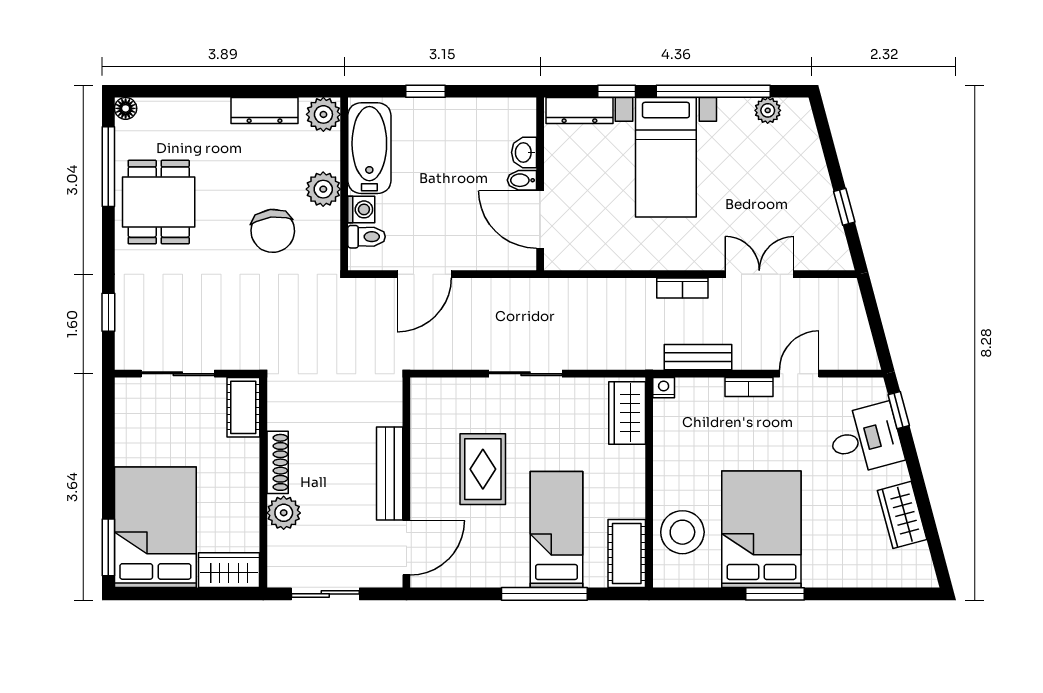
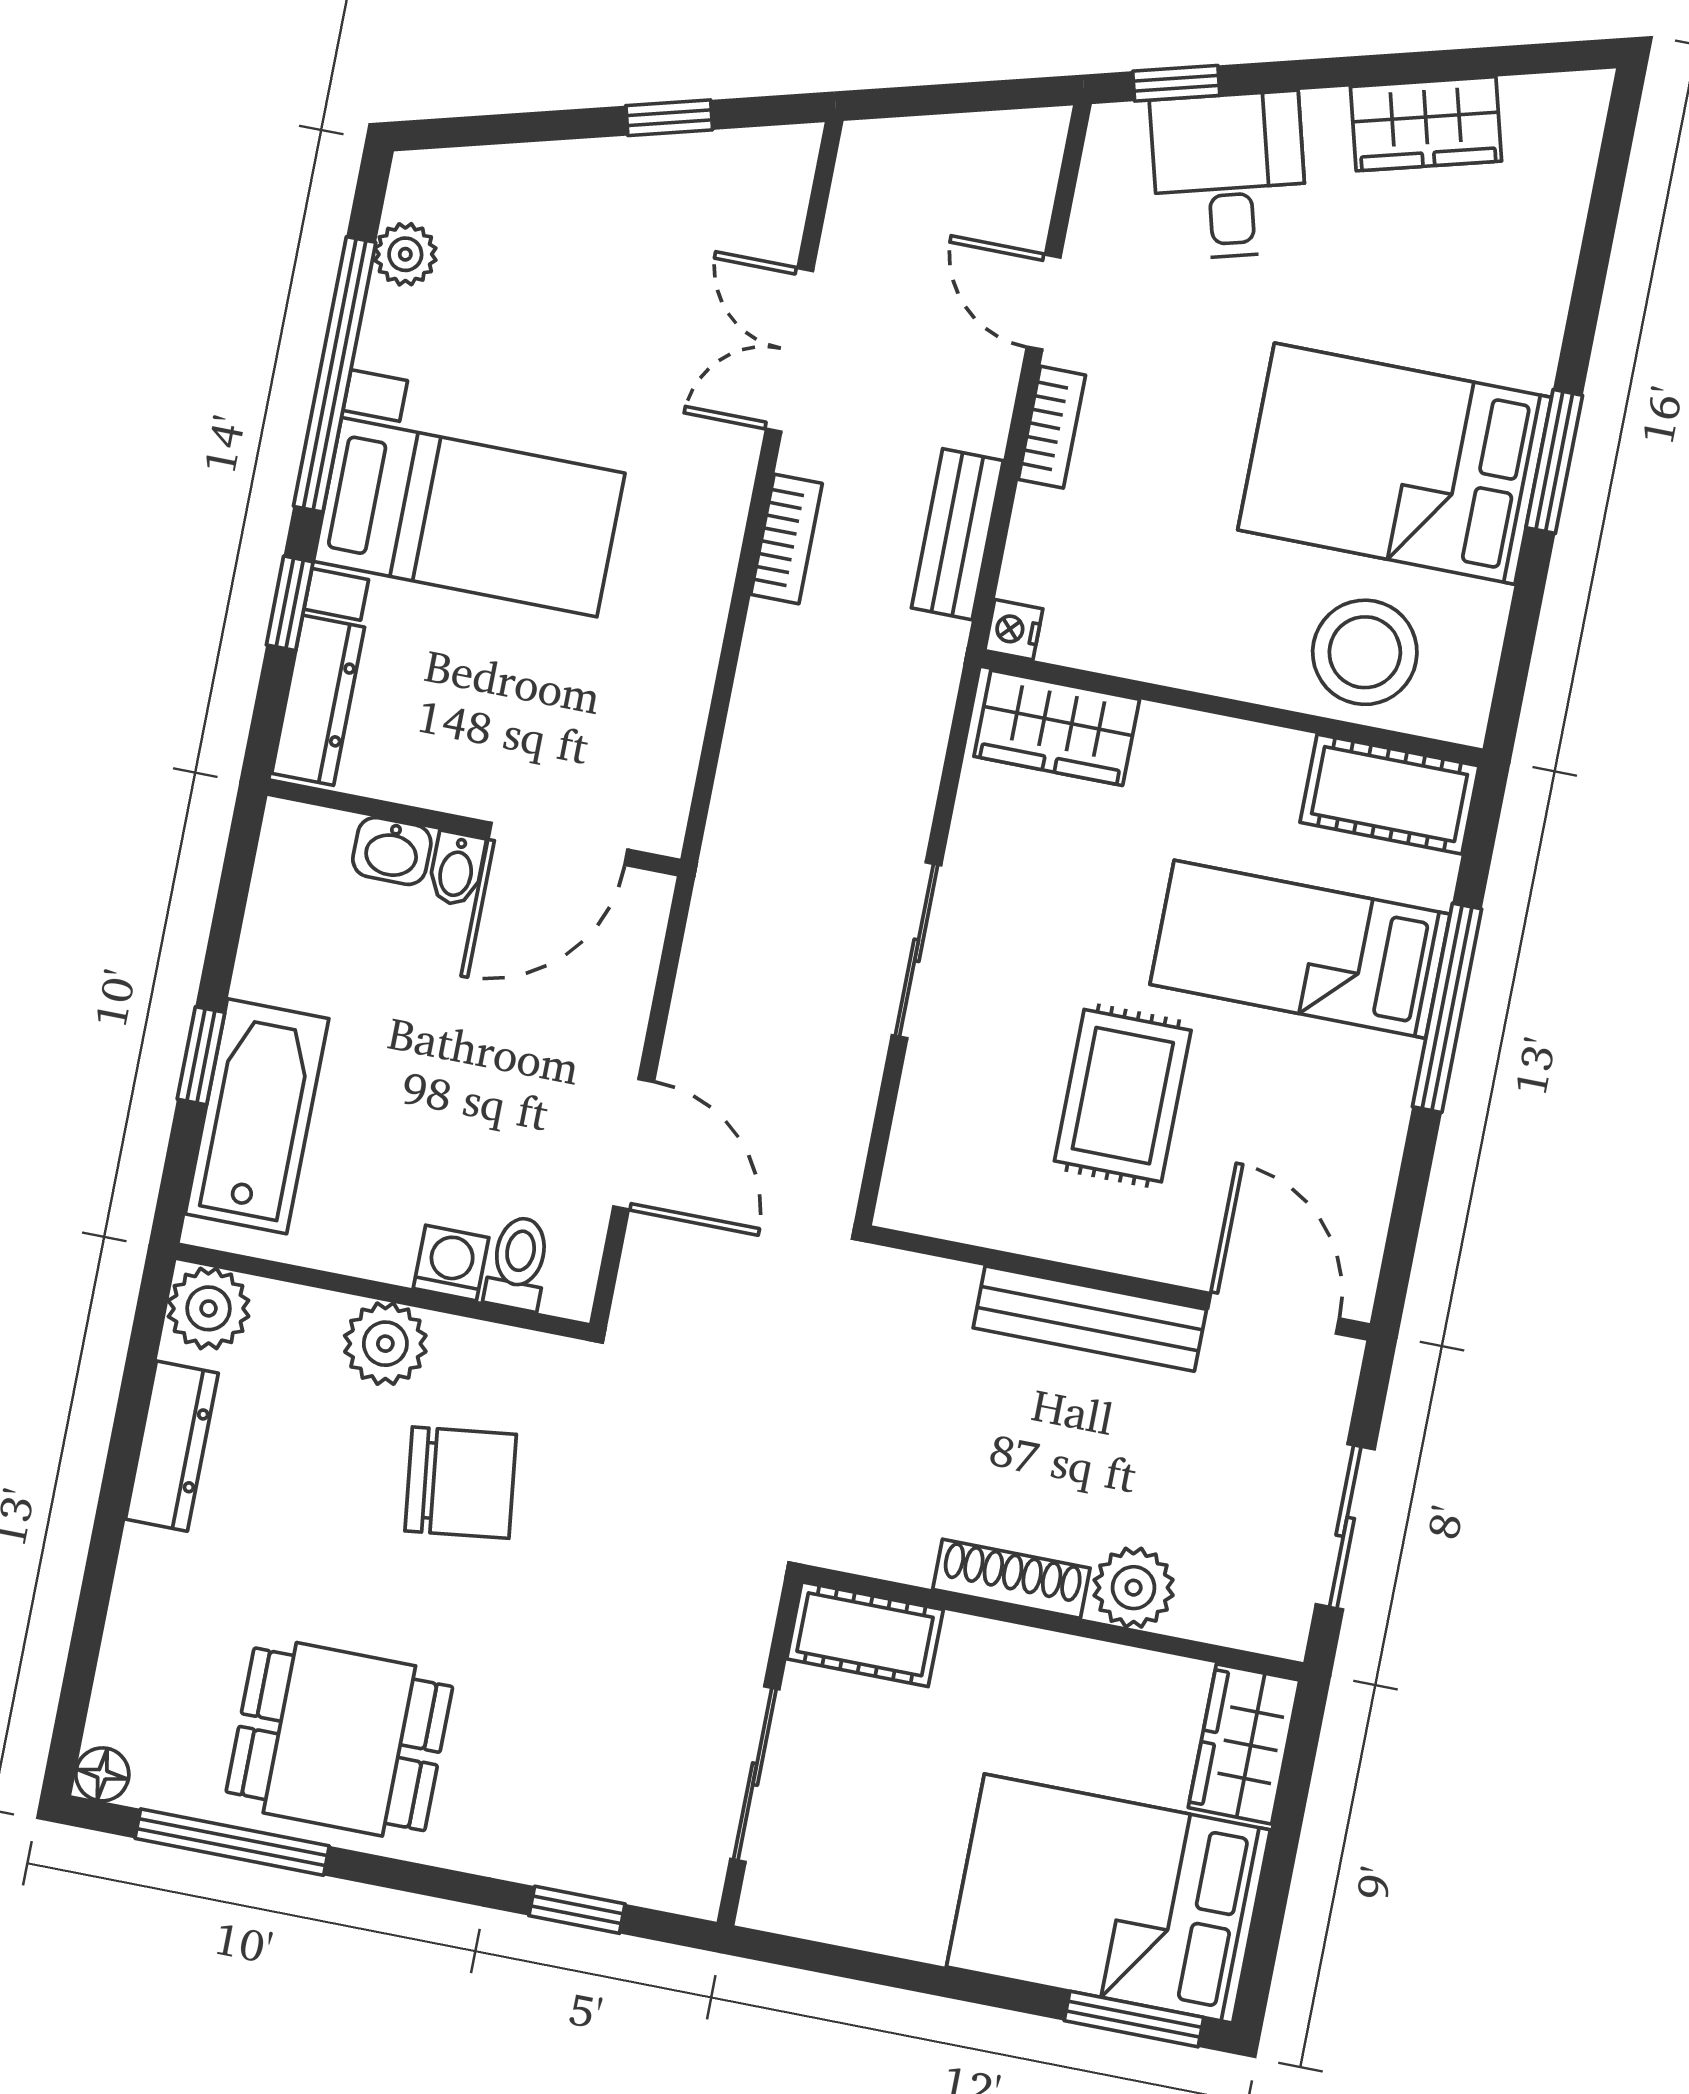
bathtub: (369, 148) -> (257, 1116), moved, turned 90
rug: (483, 469) -> (1123, 1096), turned 90

